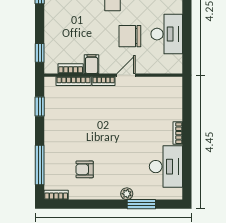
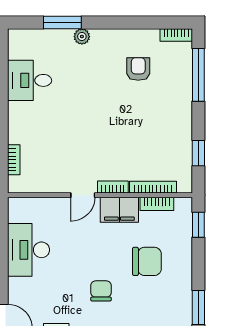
chair: (130, 36) -> (147, 261), moved
filing cabinet: (92, 64) -> (119, 210), width x2.00
bookcase: (178, 133) -> (14, 160), moved
desk: (166, 167) -> (30, 80), width x0.73
armchair: (85, 169) -> (138, 69), turned -90

